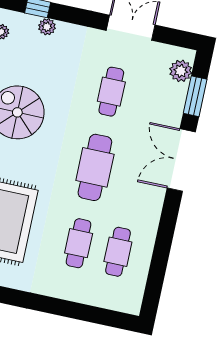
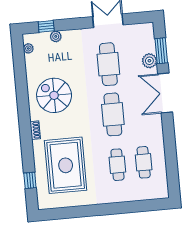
plant: (181, 71) -> (149, 61), moved
cafe table: (111, 92) -> (108, 64), width x1.37, depth x1.35

